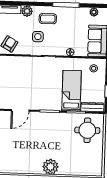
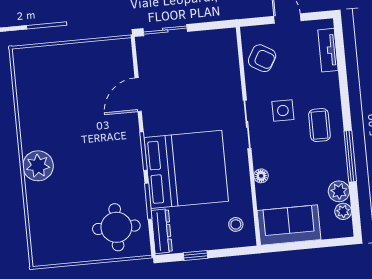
plant: (27, 11) -> (339, 191), moved
bed: (72, 91) -> (186, 169), width x2.04
door: (20, 110) -> (138, 95), hinge flipped

